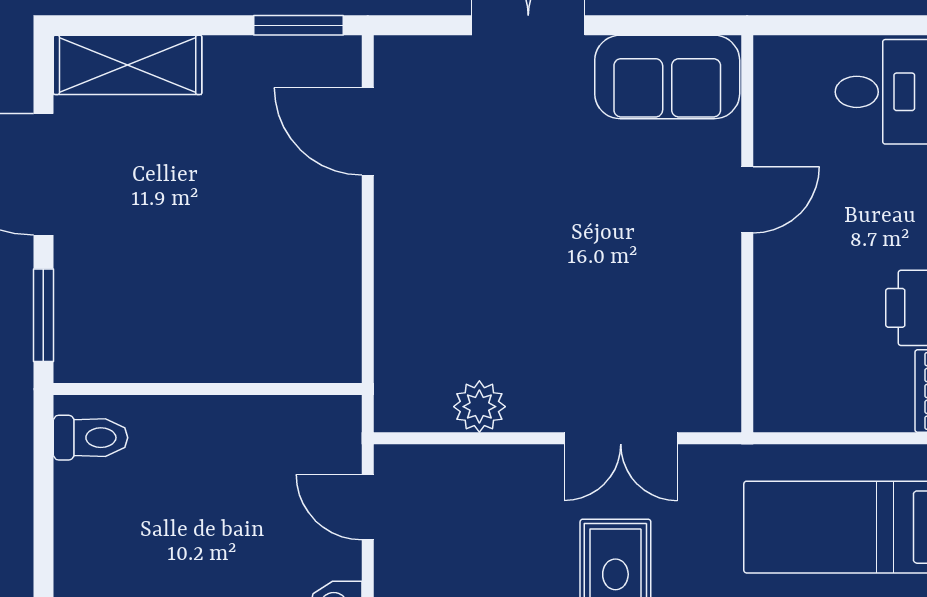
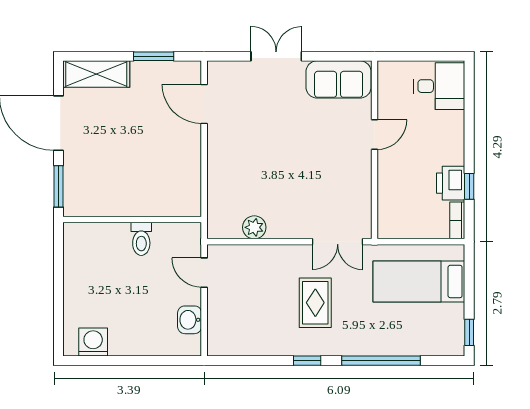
window: (299, 25) -> (154, 56), moved
toilet: (90, 438) -> (141, 239), moved, turned 90
double door: (621, 438) -> (338, 242), moved

